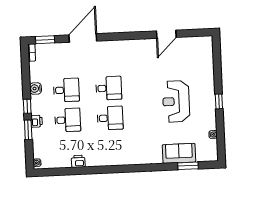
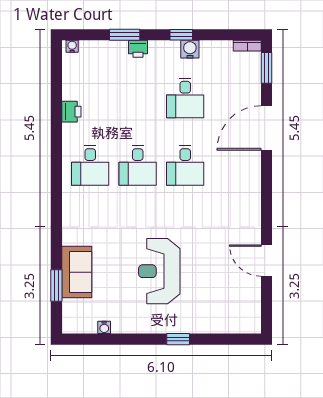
door: (83, 38) -> (267, 128), swing flipped
reception desk: (176, 101) -> (159, 271), turned -90
window: (219, 101) -> (178, 339), moved
window: (27, 106) -> (181, 35), moved
desk: (68, 120) -> (90, 165), moved

